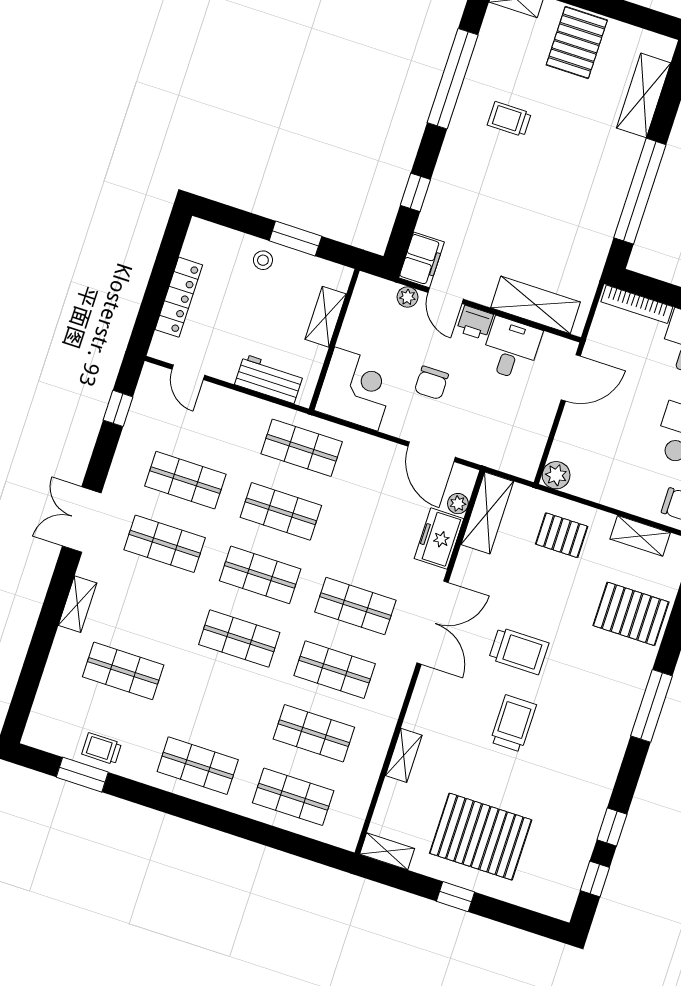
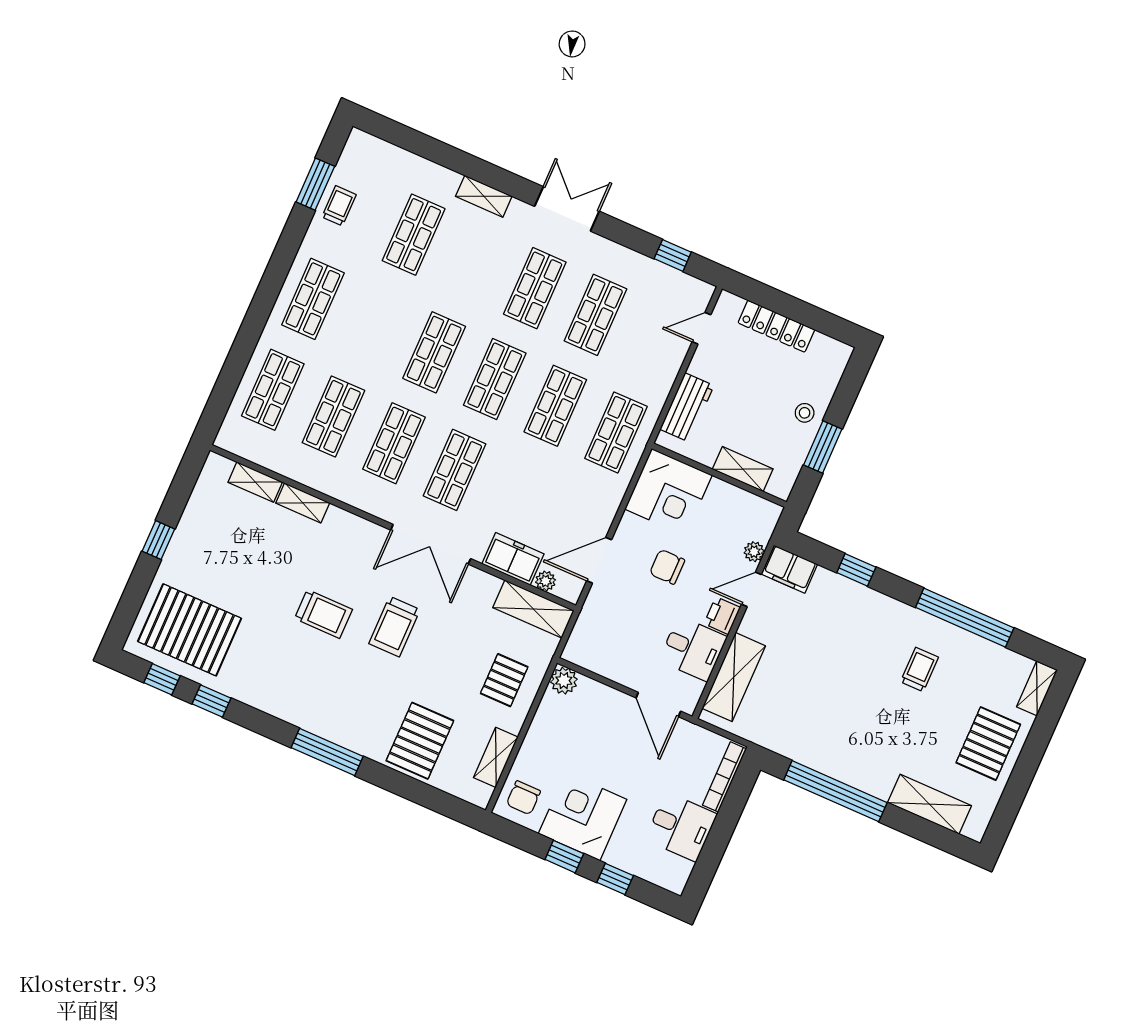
pallet: (577, 43) -> (988, 744), turned 90
pallet: (481, 837) -> (190, 630), moved, turned 90
shelving: (387, 851) -> (255, 482), moved, turned 90

